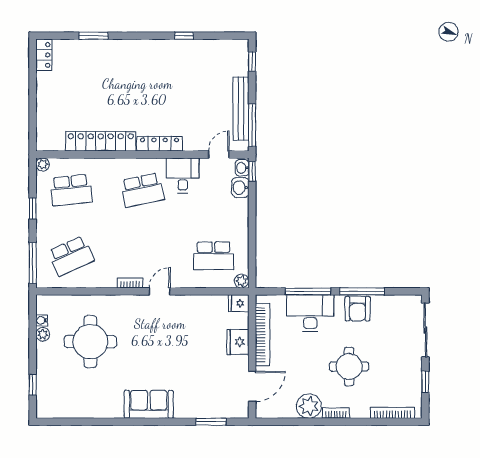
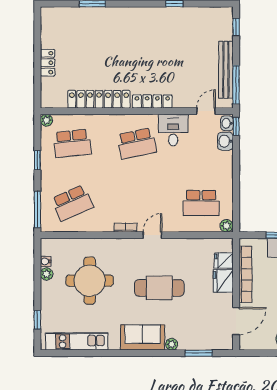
locker: (44, 55) -> (48, 63), moved
fridge: (239, 303) -> (224, 261), moved
cafe table: (167, 350) -> (159, 288), added
kitchen unit: (76, 409) -> (77, 341), added
plant: (181, 412) -> (172, 344), added

